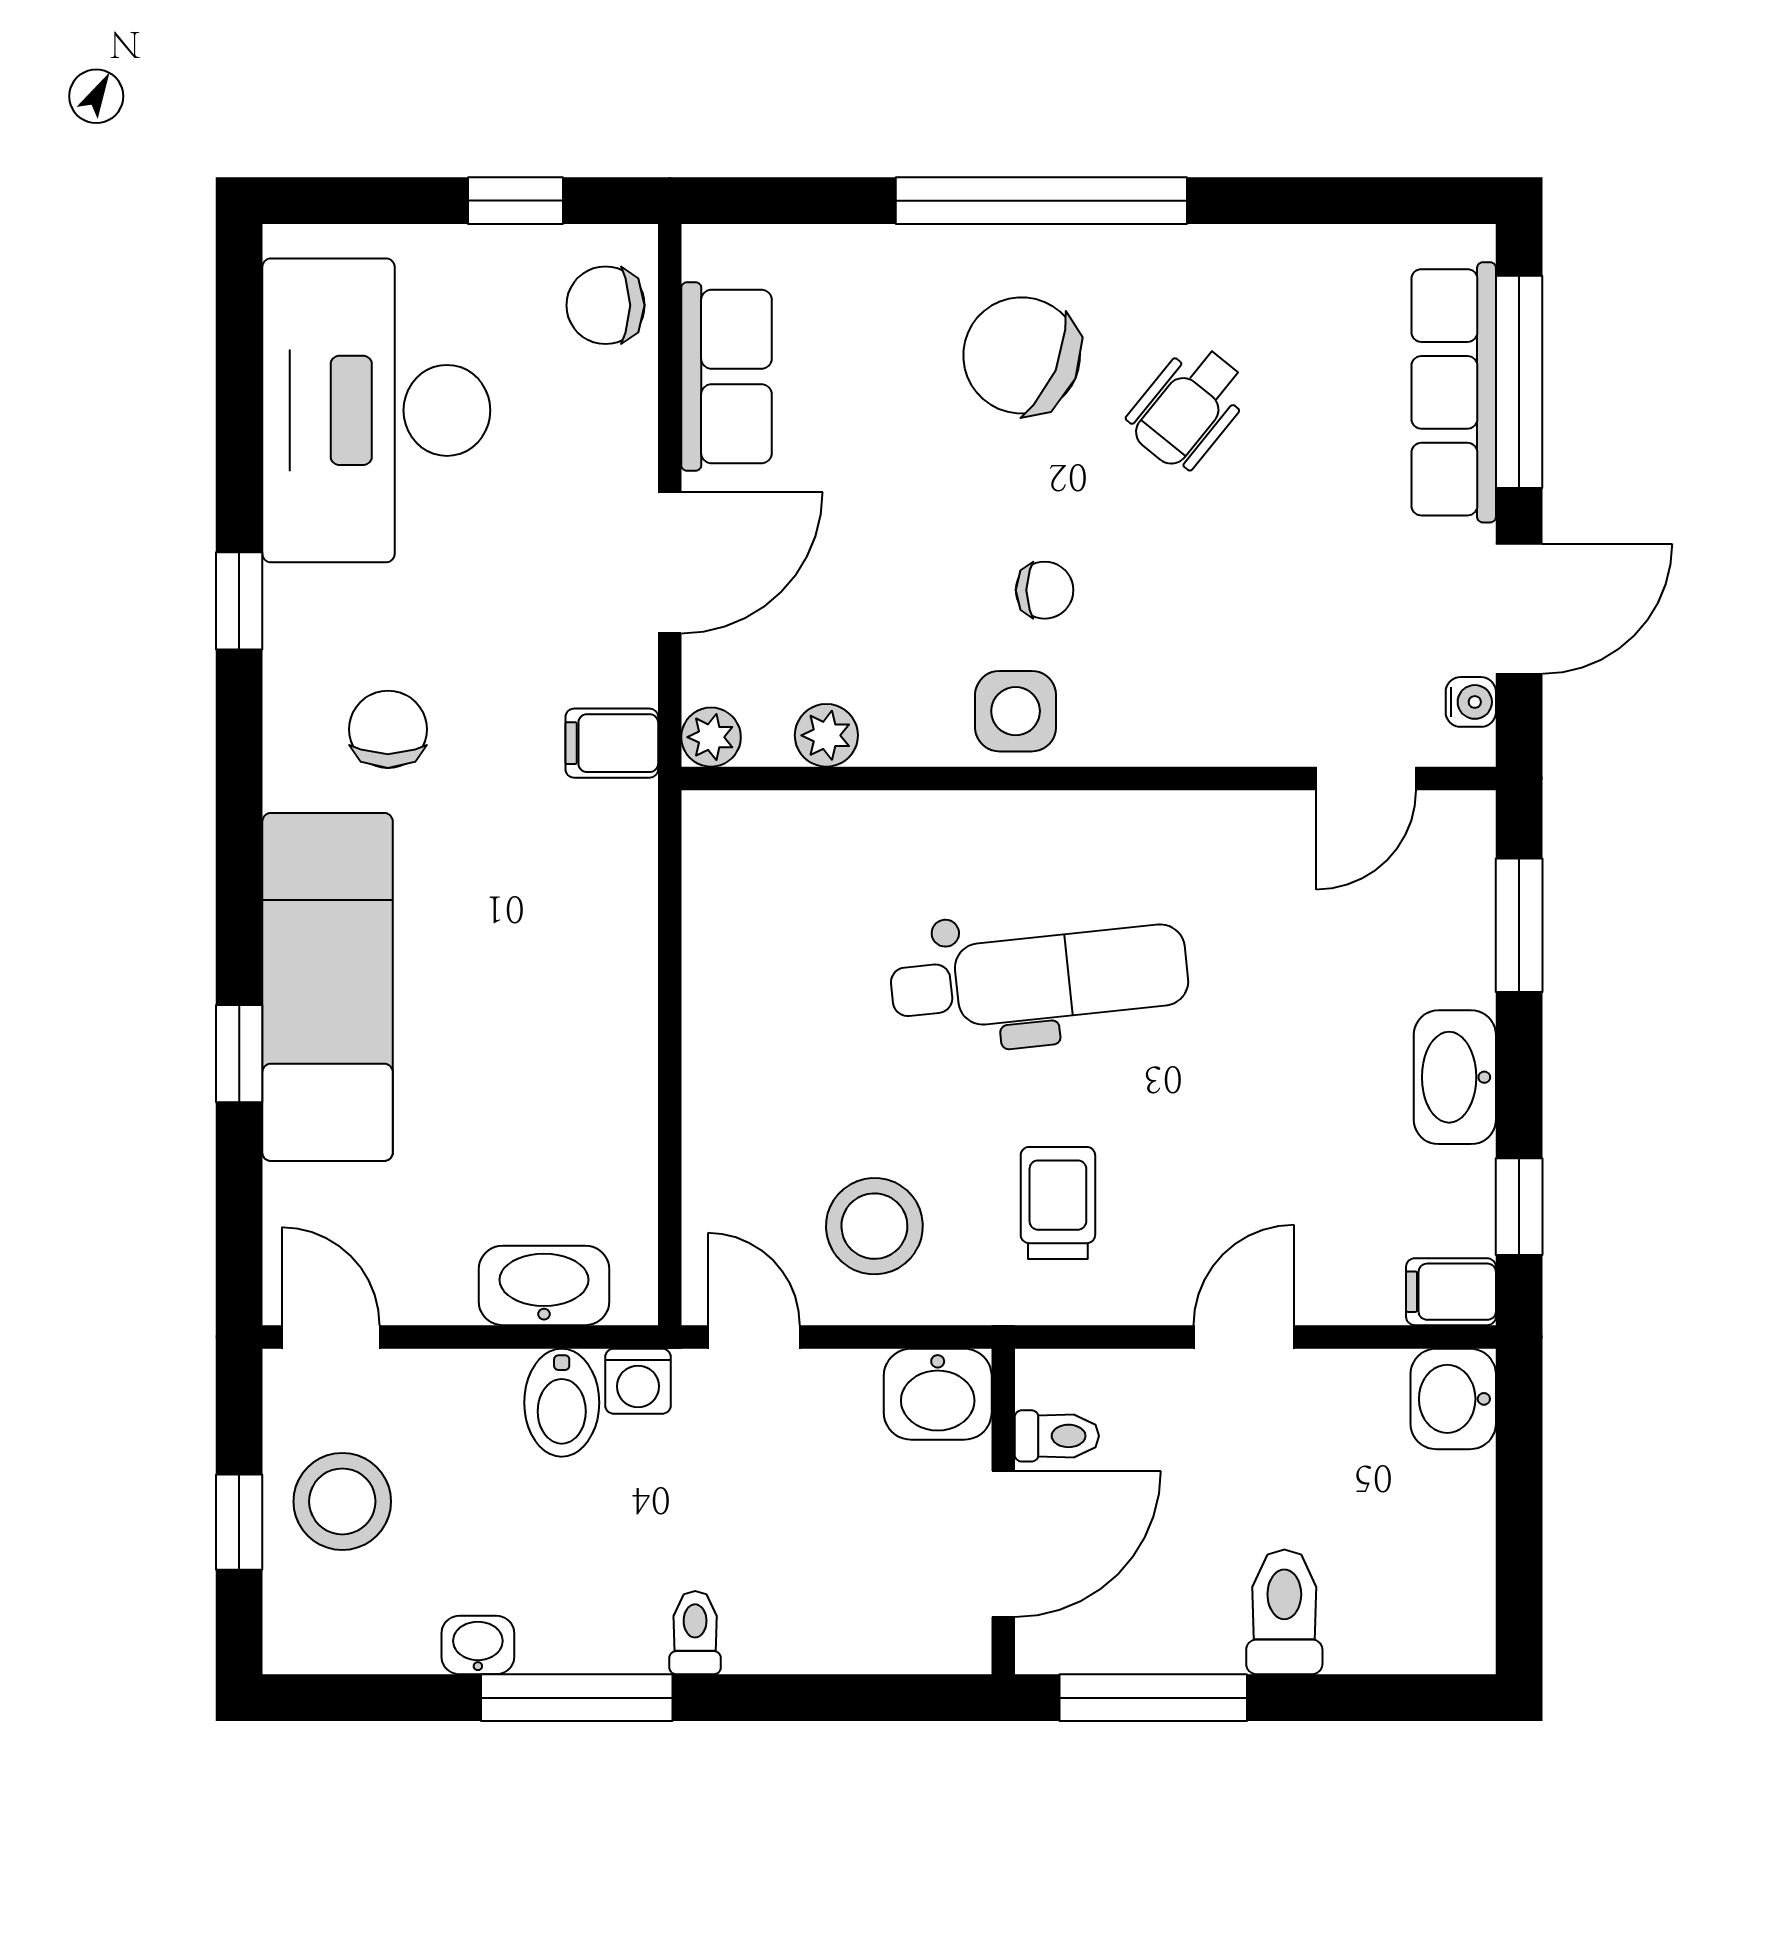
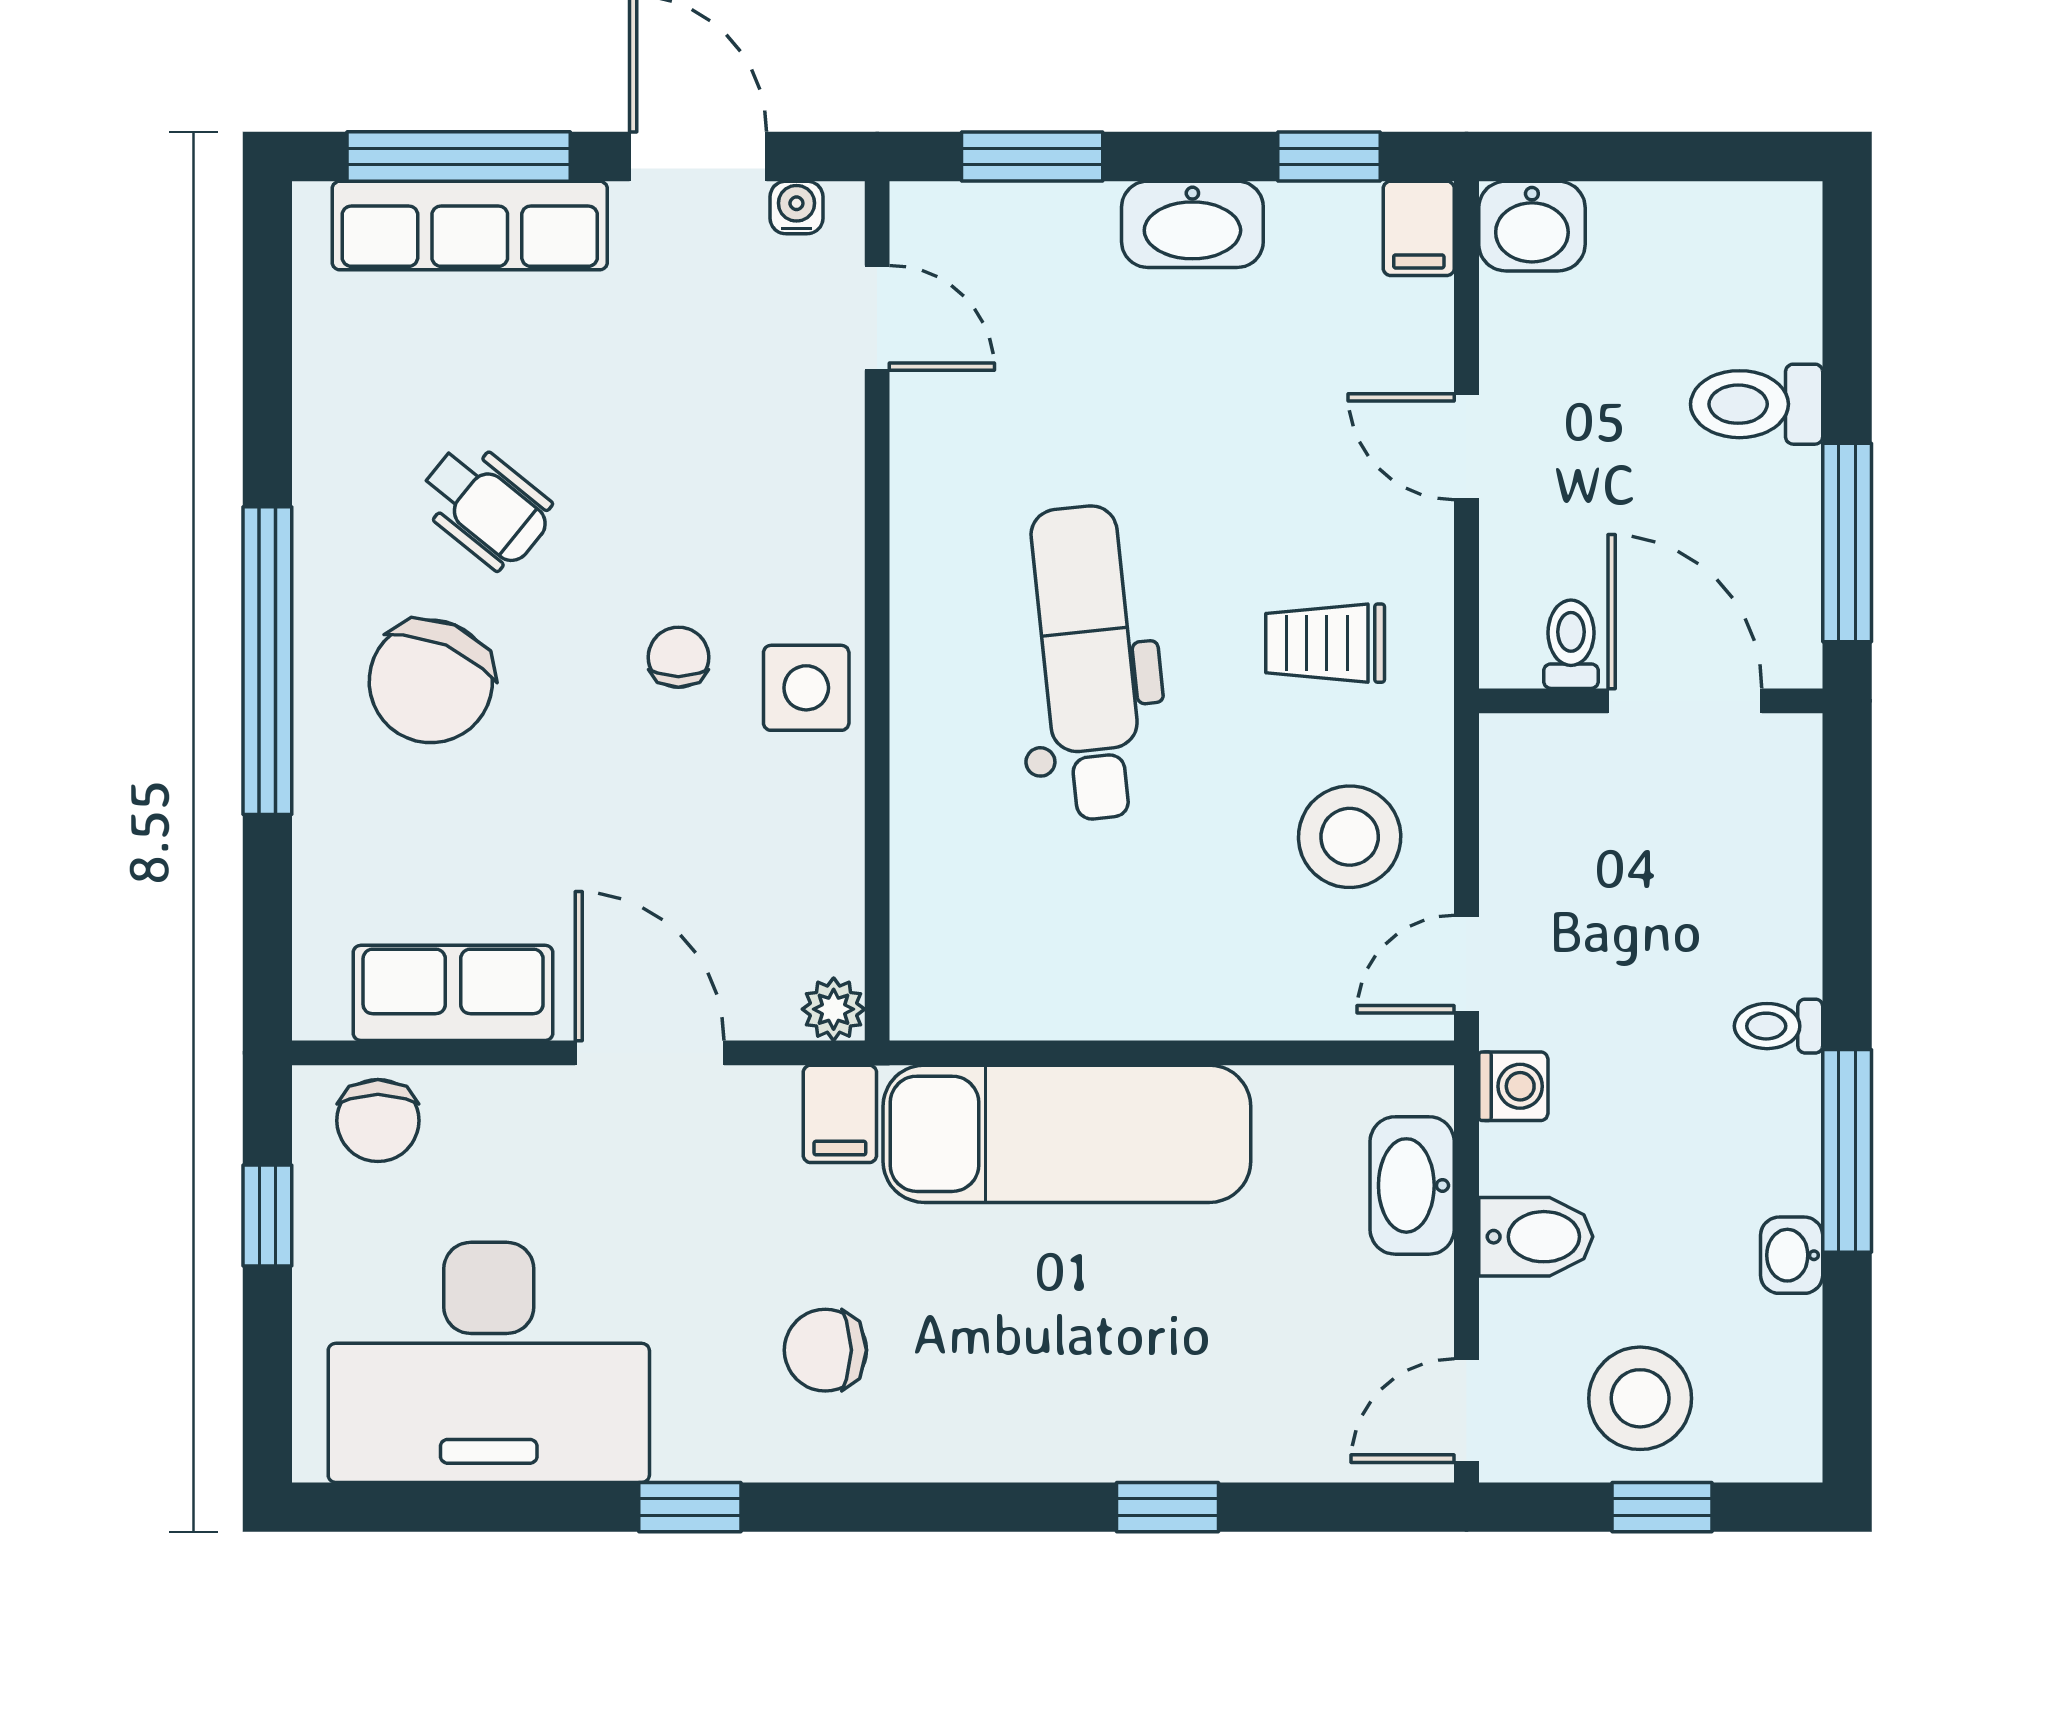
plant: (826, 735) -> (832, 887), removed
exam couch: (328, 987) -> (1067, 1134), moved, turned 180
washbasin: (938, 1394) -> (1527, 770), removed
bidet: (562, 1403) -> (1536, 1237), moved

